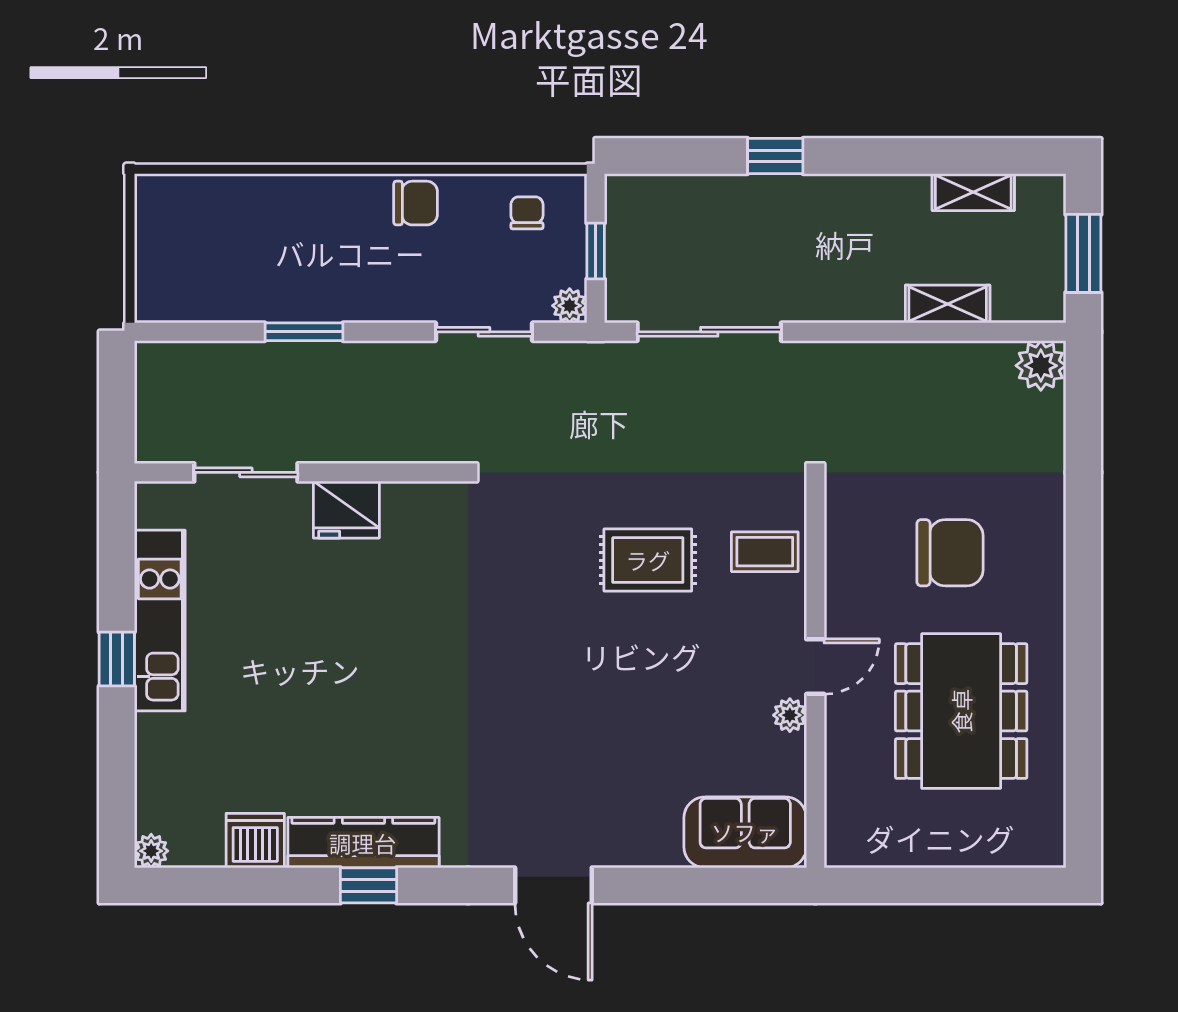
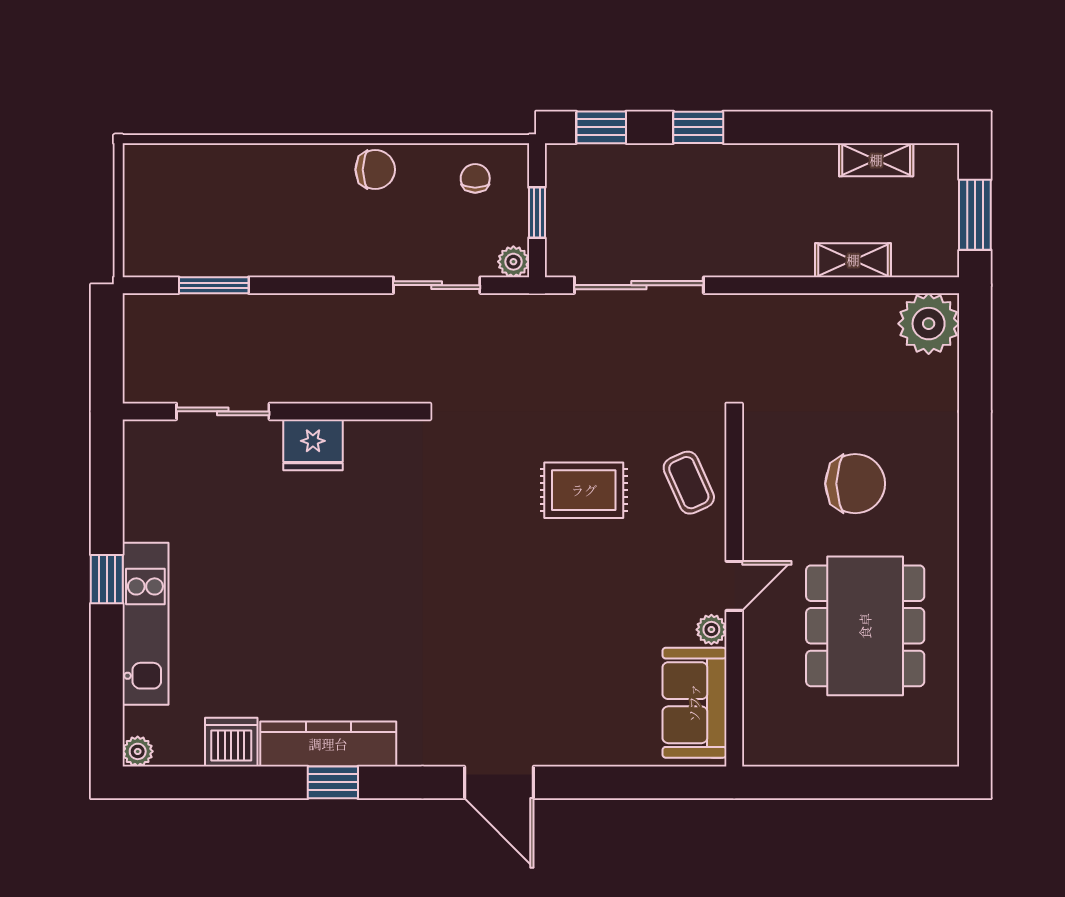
window: (667, 156) -> (601, 127), added
window: (304, 332) -> (214, 285), moved
plant: (1041, 366) -> (929, 324), width x1.36, depth x1.36
coffee table: (765, 552) -> (689, 483), turned 66
kitchen unit: (160, 621) -> (145, 624), moved
sofa: (745, 832) -> (694, 703), moved, turned -90

